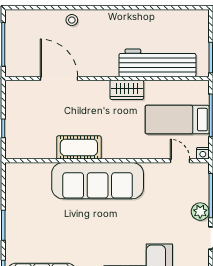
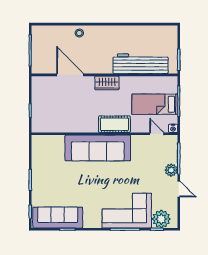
wardrobe: (127, 90) -> (107, 83), moved
cot: (79, 147) -> (114, 124), moved

